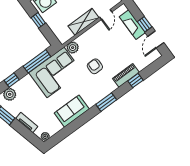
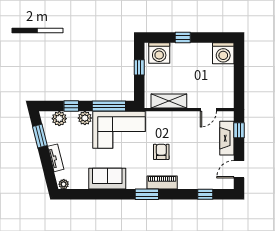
shelving: (84, 22) -> (169, 101), moved
window: (145, 24) -> (239, 130), moved
plant: (73, 48) -> (85, 118), moved
piano: (126, 75) -> (162, 183), moved
window: (135, 81) -> (205, 194), moved

